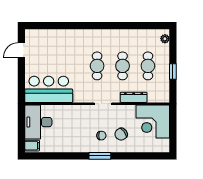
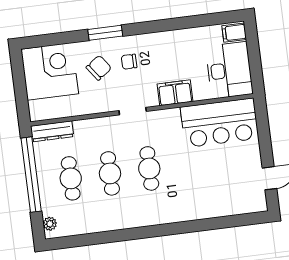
window: (173, 72) -> (31, 175), width x3.17
dresser: (134, 97) -> (52, 131), moved
filing cabinet: (75, 112) -> (175, 93), added
corner desk: (153, 122) -> (50, 71), moved
window: (100, 156) -> (105, 33), moved

